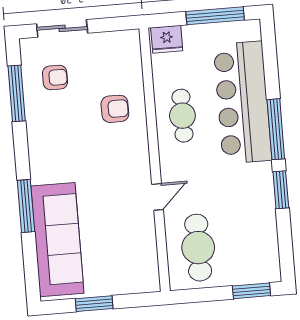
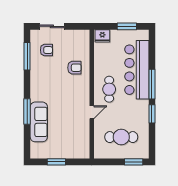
window: (215, 16) -> (127, 26), width x0.69
cafe table: (182, 116) -> (109, 89), moved
sofa: (57, 240) -> (39, 122), width x0.74, depth x0.79
cafe table: (198, 248) -> (121, 137), moved, turned 90

